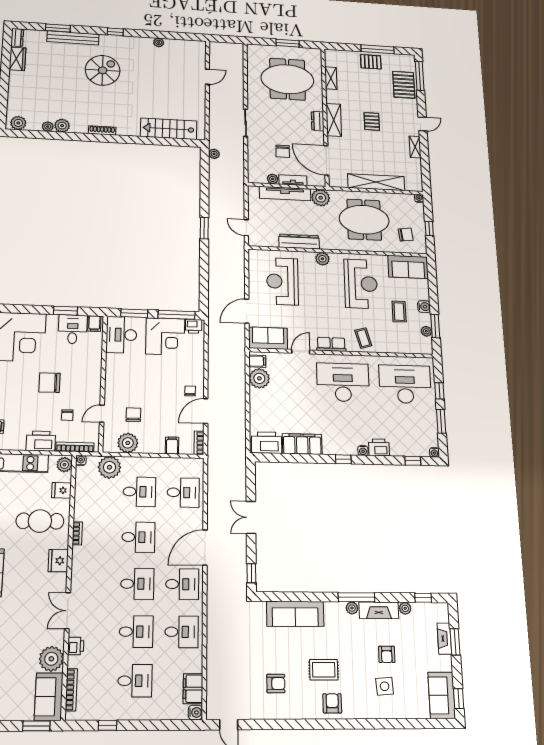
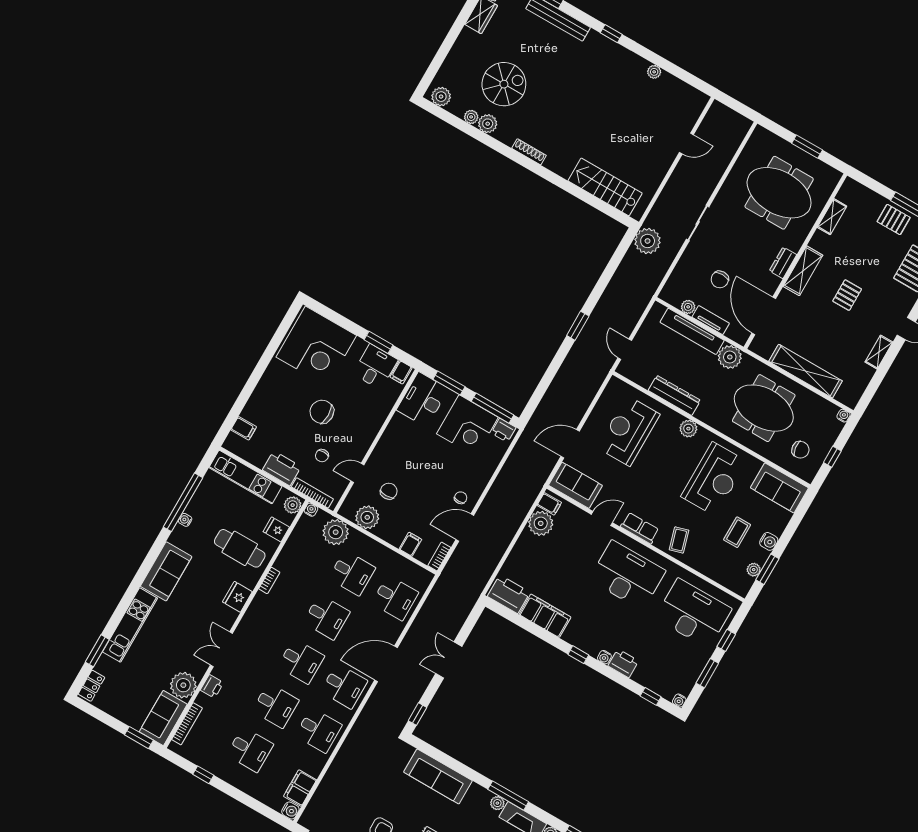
spiral stairs: (103, 70) -> (504, 84), moved
plant: (214, 154) -> (648, 241), width x1.88, depth x1.88

